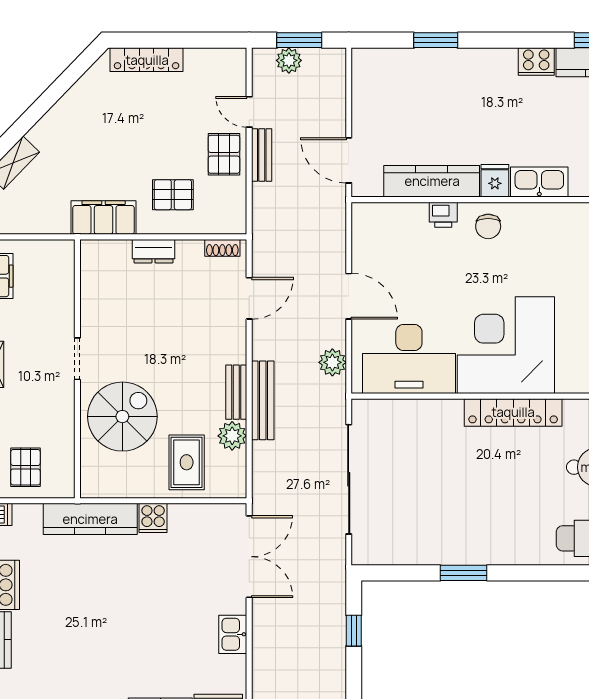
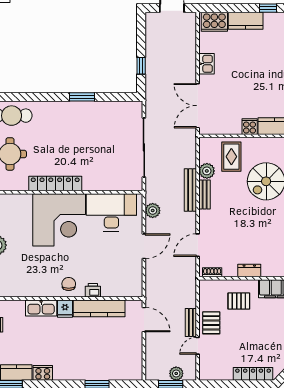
door: (249, 112) -> (198, 346), swing flipped
door: (349, 296) -> (144, 246), swing flipped

